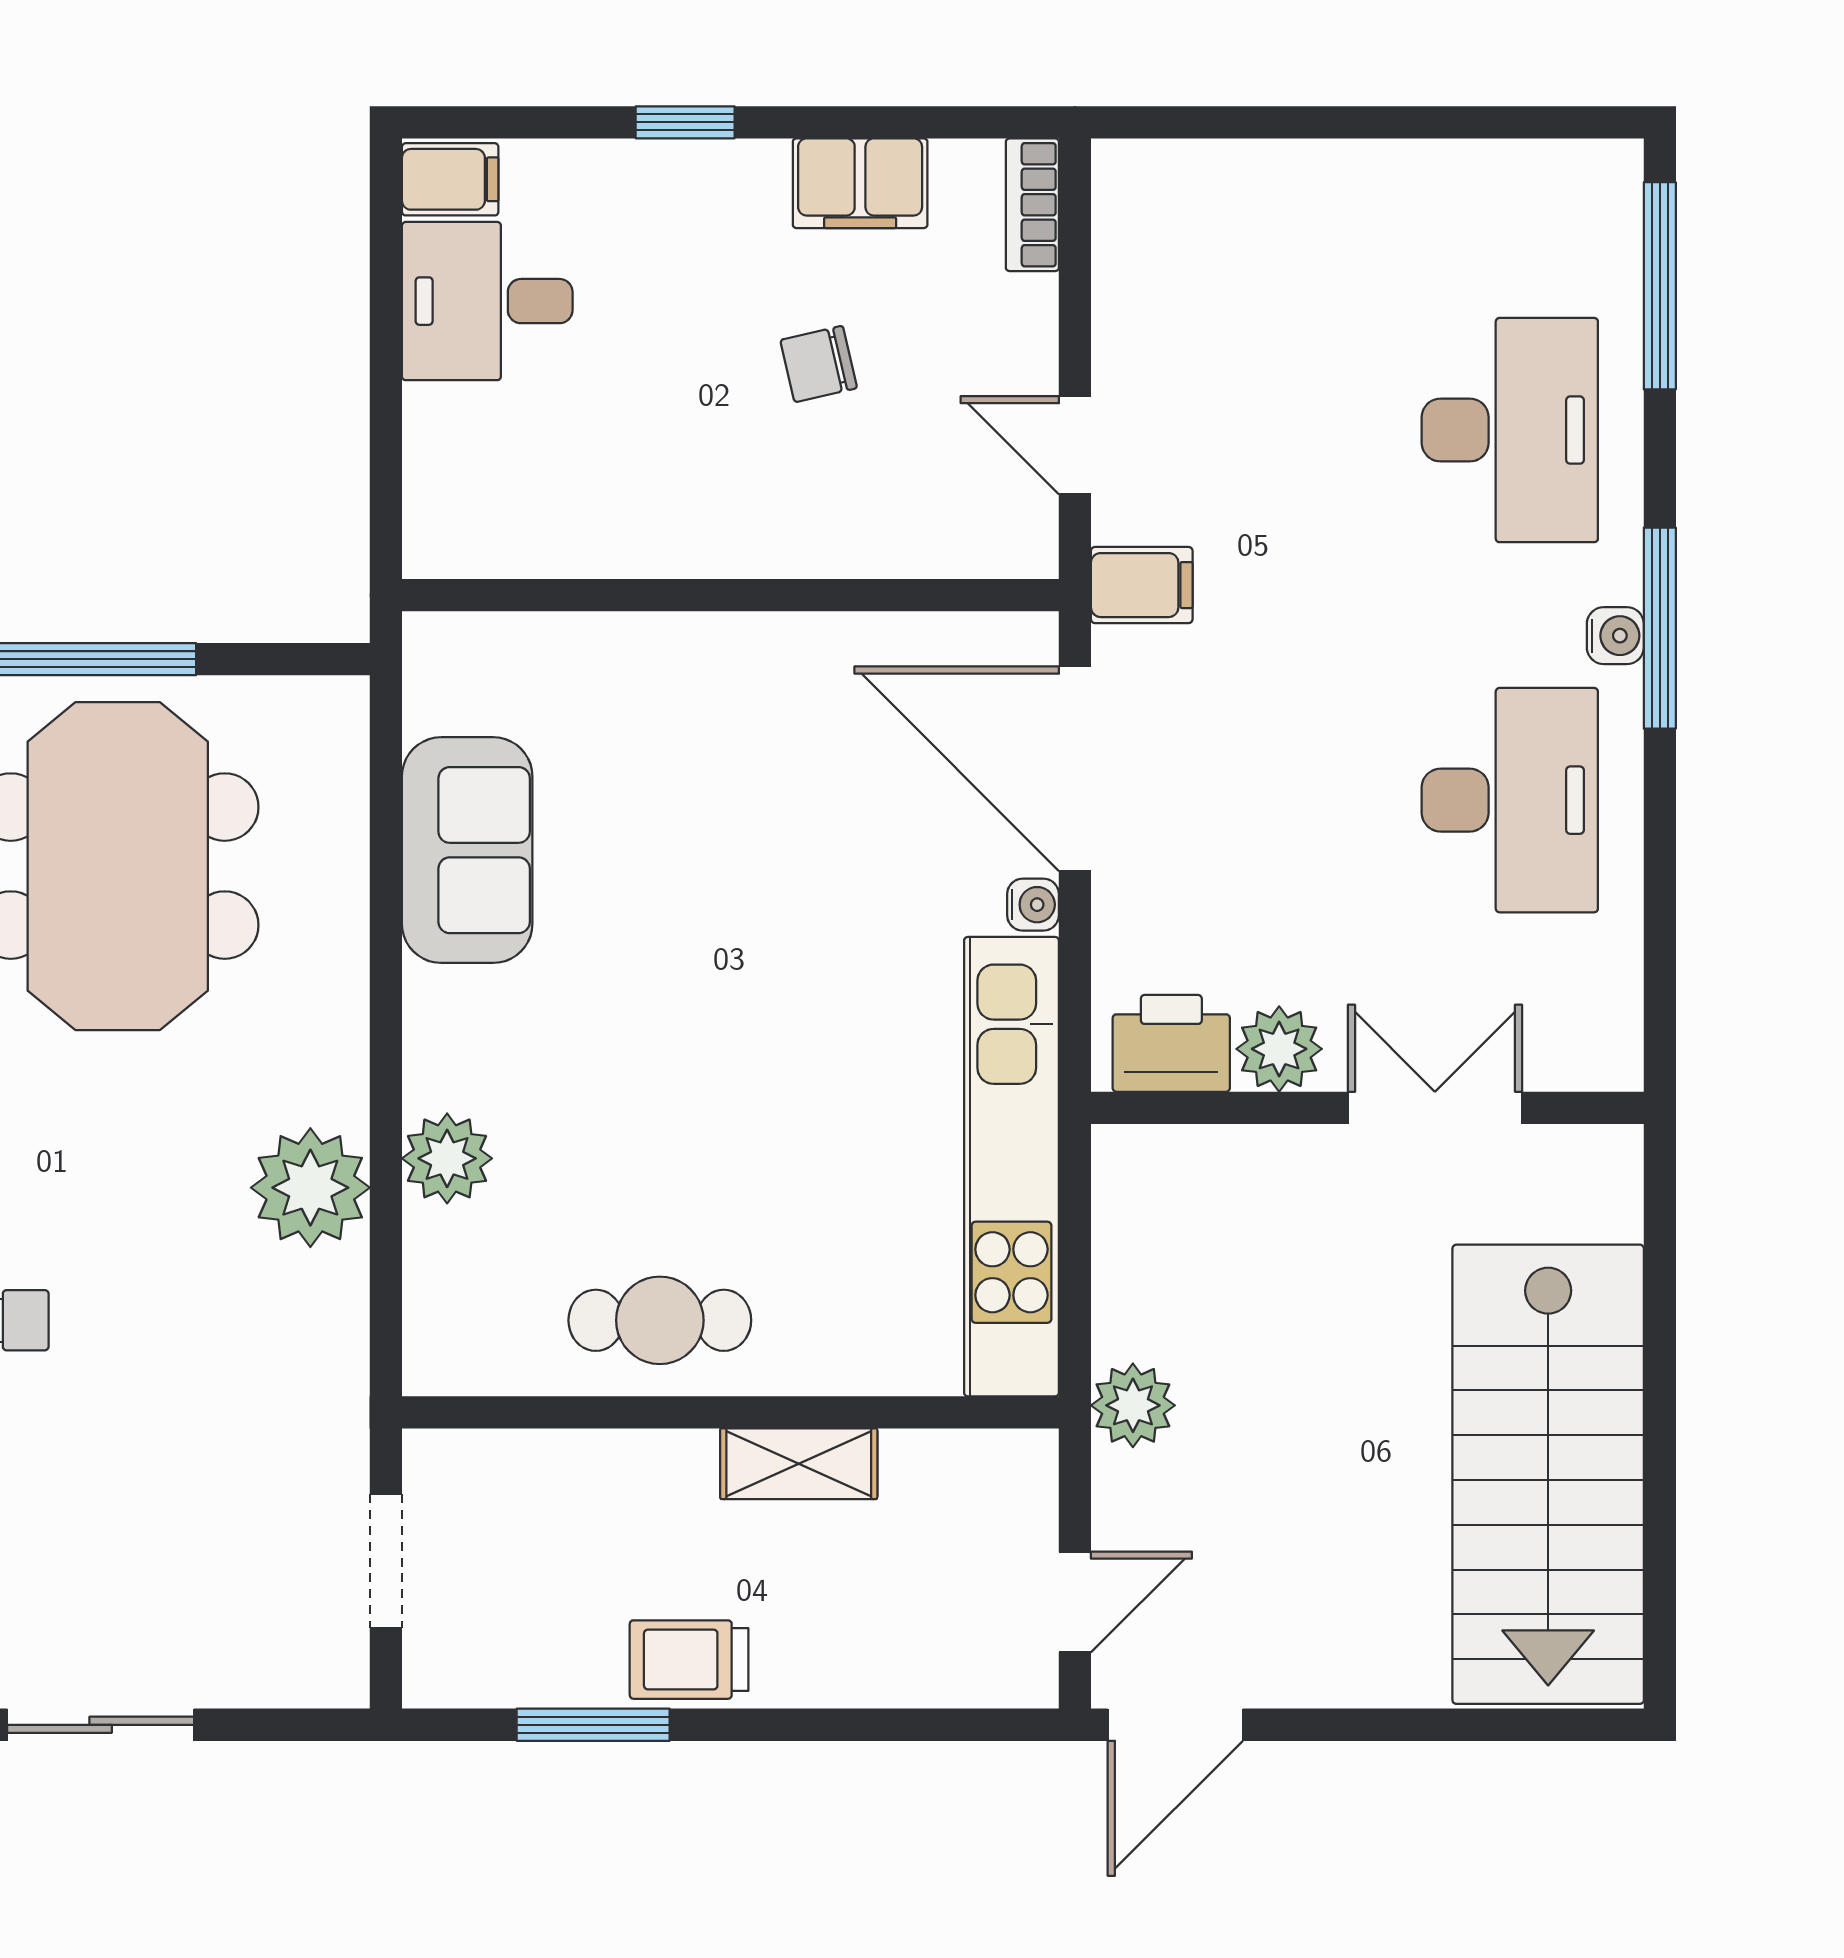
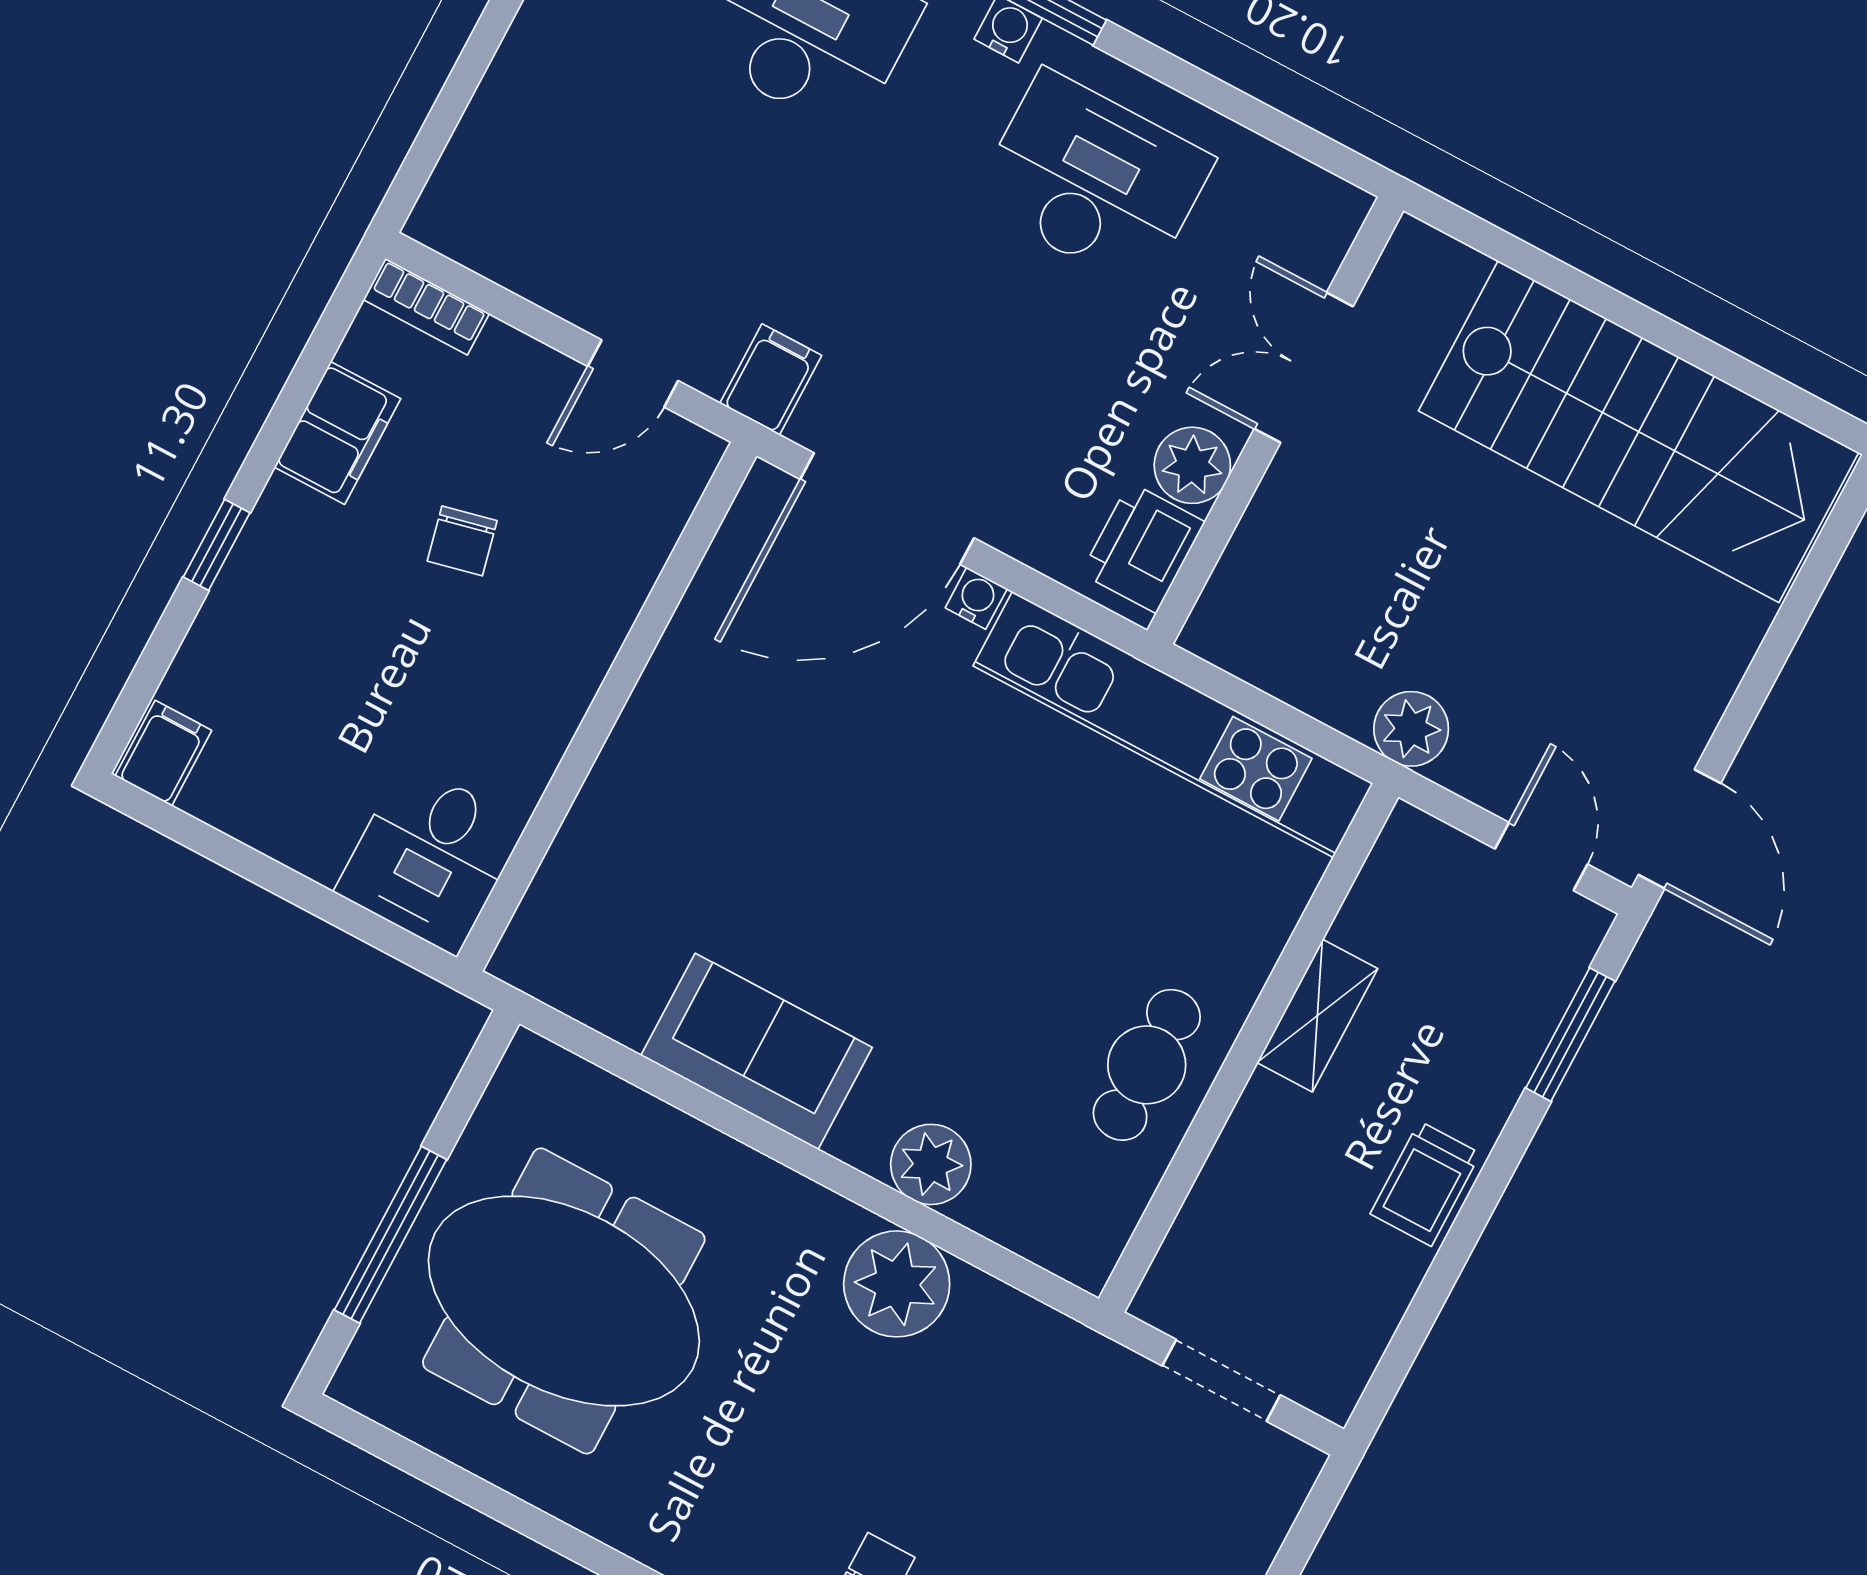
desk: (487, 301) -> (431, 858), moved
sofa: (467, 850) -> (757, 1051), moved
window: (593, 1725) -> (1570, 1035), moved

